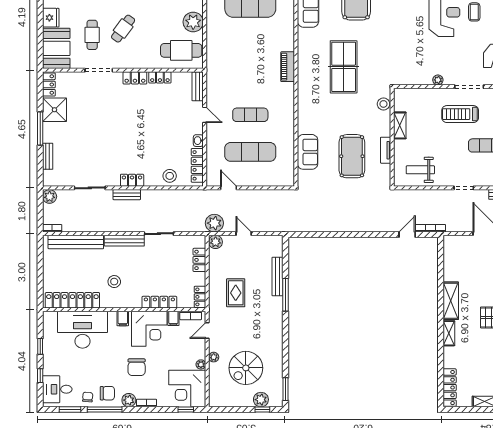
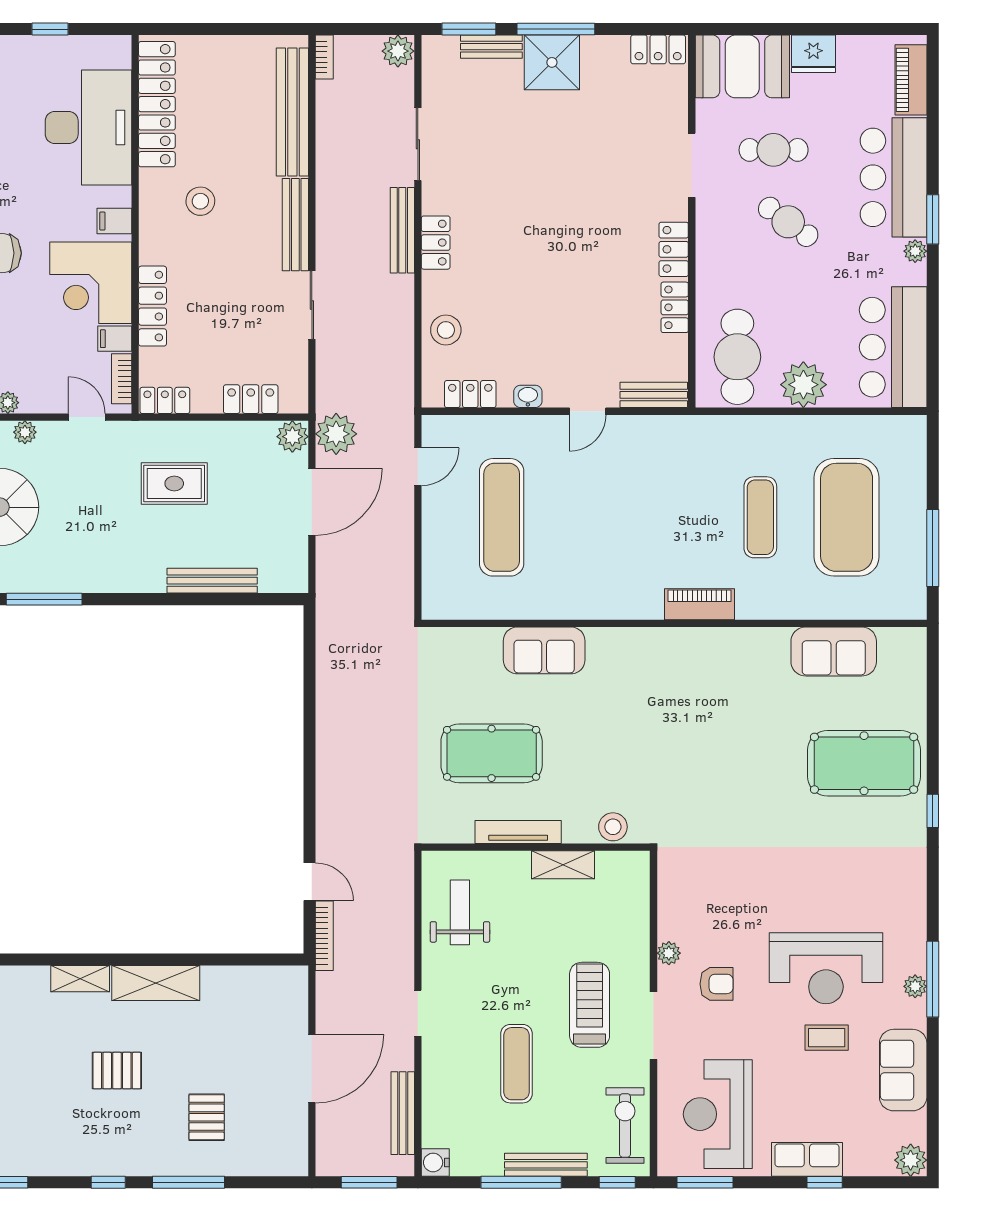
armchair: (451, 59) -> (716, 984), added
table tennis table: (344, 67) -> (699, 734), removed
shower: (54, 110) -> (552, 62), moved
exercise mat: (250, 115) -> (760, 517), moved
tv unit: (386, 150) -> (518, 832), width x1.41
sofa: (308, 152) -> (544, 650), moved
locker: (197, 165) -> (470, 394), width x0.66
window: (40, 166) -> (469, 29), added
bench: (127, 195) -> (402, 230), width x1.36
door: (244, 234) -> (312, 502), width x1.88
window: (285, 295) -> (44, 599), moved

